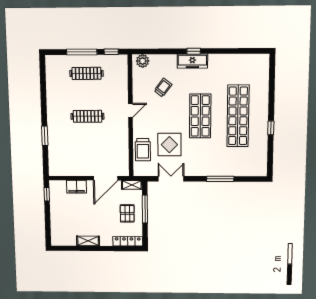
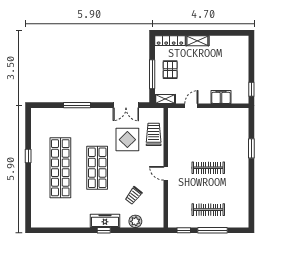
plant: (143, 61) -> (135, 221), moved
door: (130, 110) -> (166, 173), hinge flipped
door: (106, 178) -> (191, 106), width x0.53
shelving: (88, 241) -> (197, 41), moved

